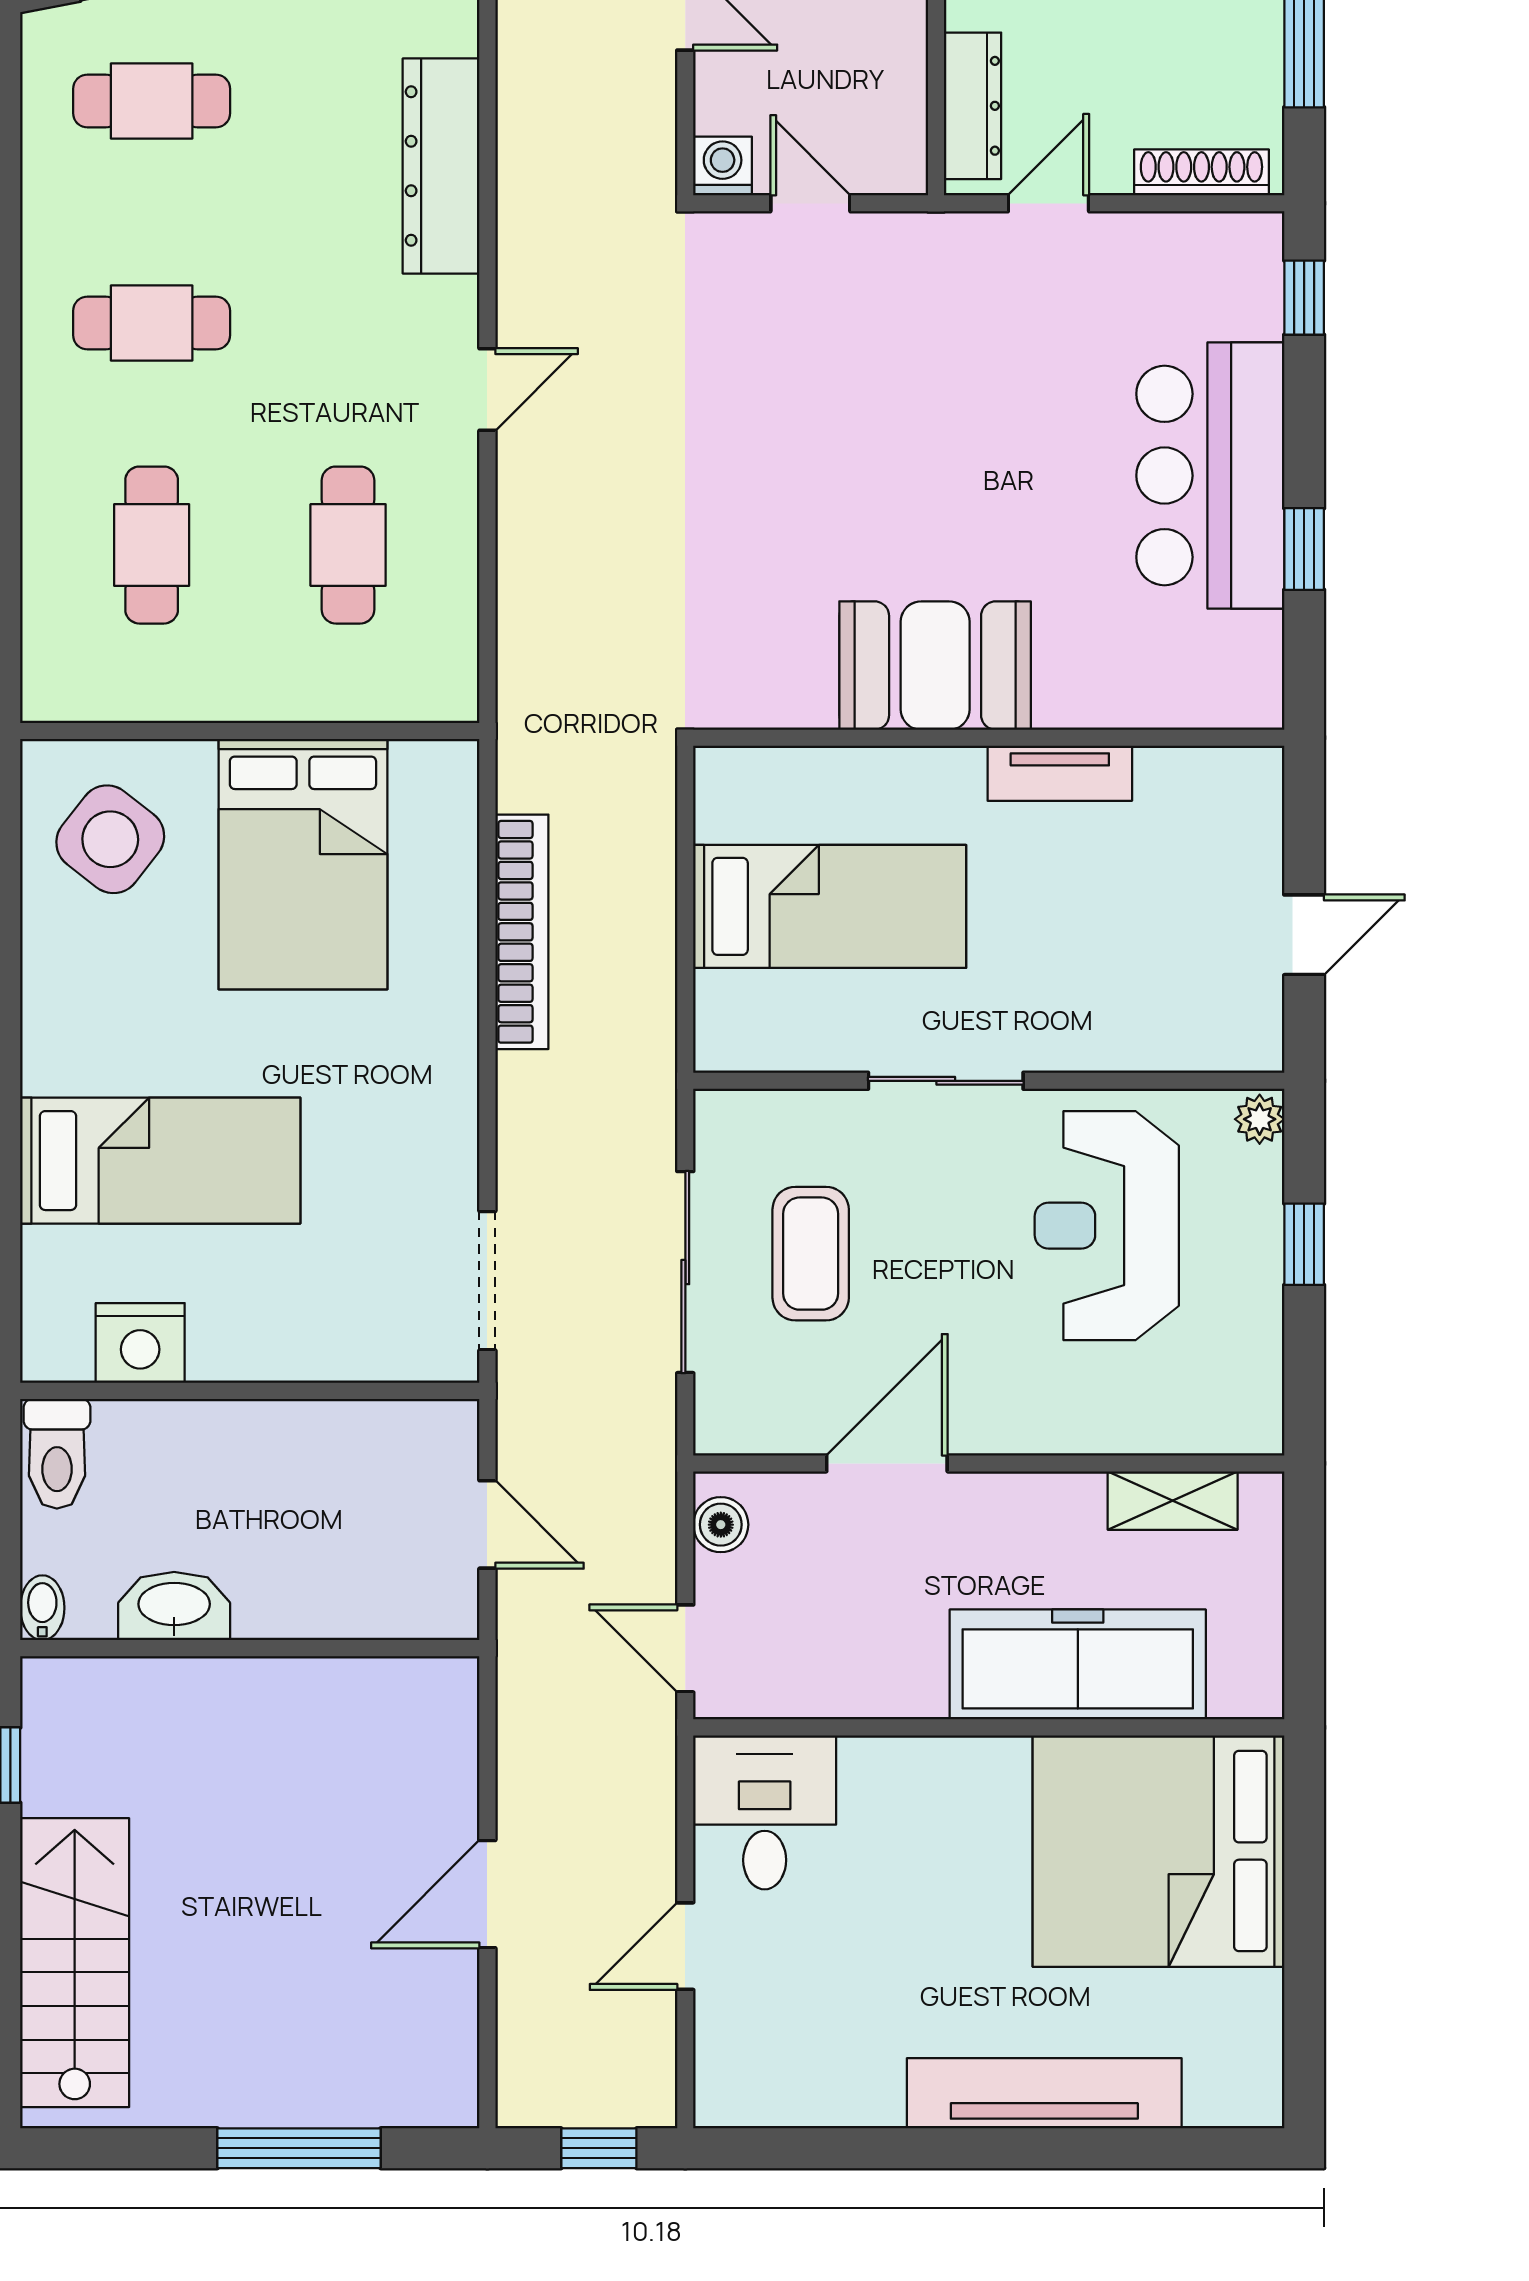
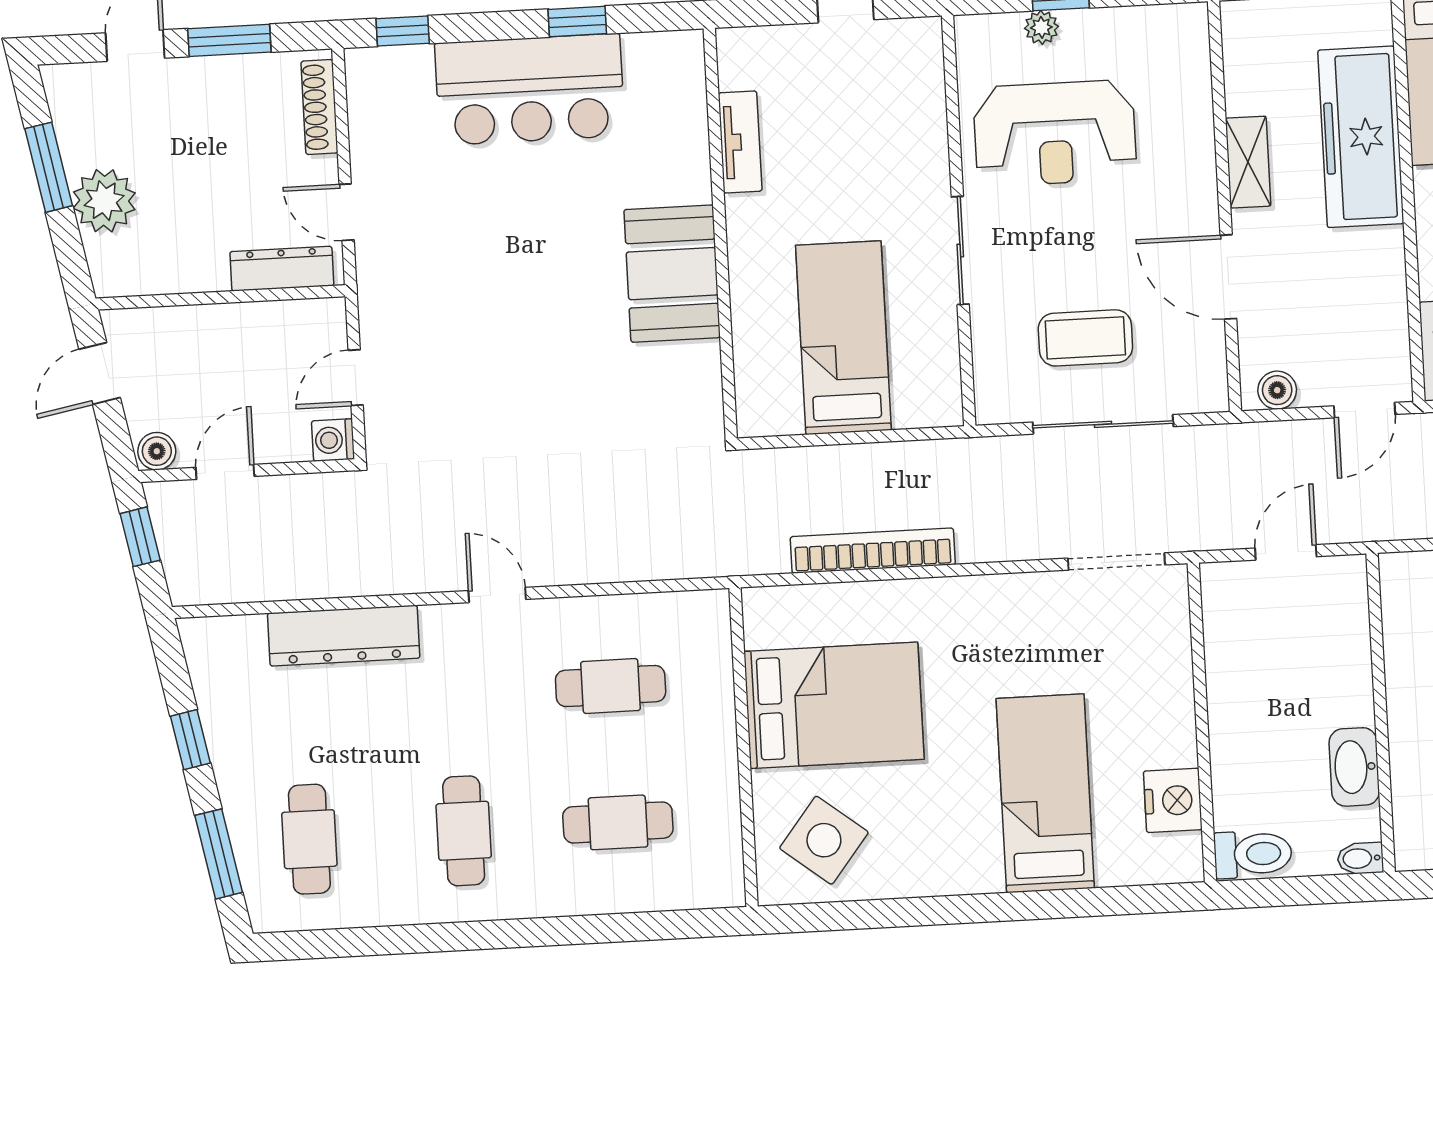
tv unit: (1060, 773) -> (740, 142), moved
plant: (1260, 1119) -> (1041, 27), moved
shelving: (1173, 1501) -> (1248, 162), moved

